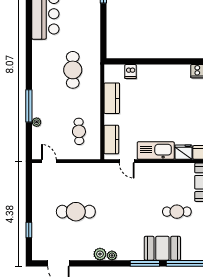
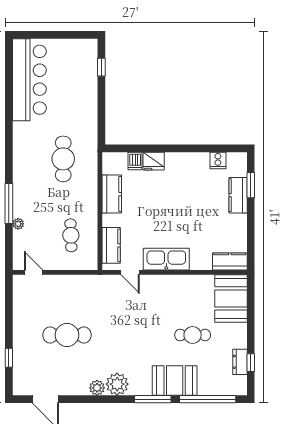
fridge: (184, 152) -> (154, 161), moved, turned 180
plant: (112, 255) -> (117, 384), width x1.88, depth x1.88

